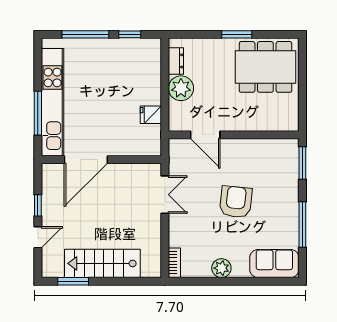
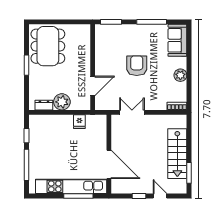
armchair: (236, 202) -> (137, 66), turned 84

